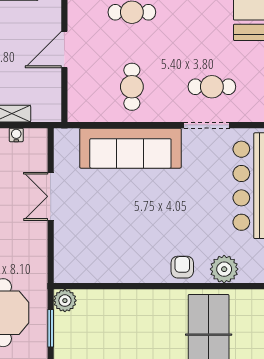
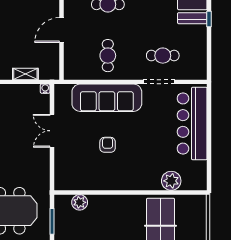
water cooler: (16, 135) -> (45, 89), moved
armchair: (182, 267) -> (108, 145), moved
plant: (65, 301) -> (80, 202), moved

